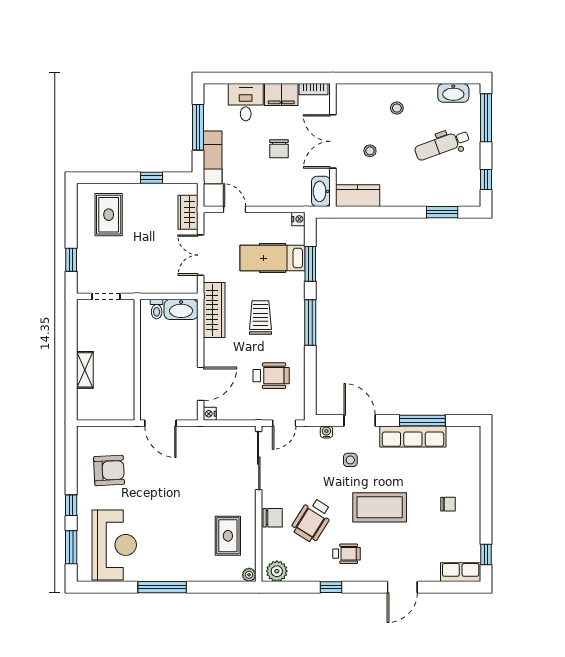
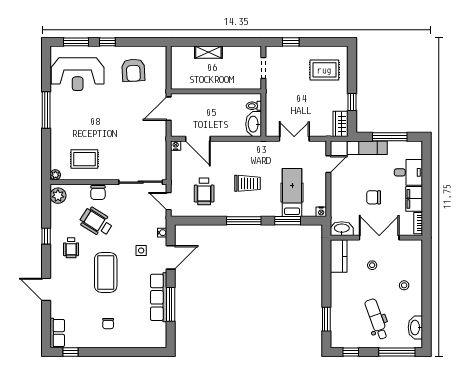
wardrobe: (188, 212) -> (341, 124), moved, turned -90
wardrobe: (214, 310) -> (253, 149), removed

